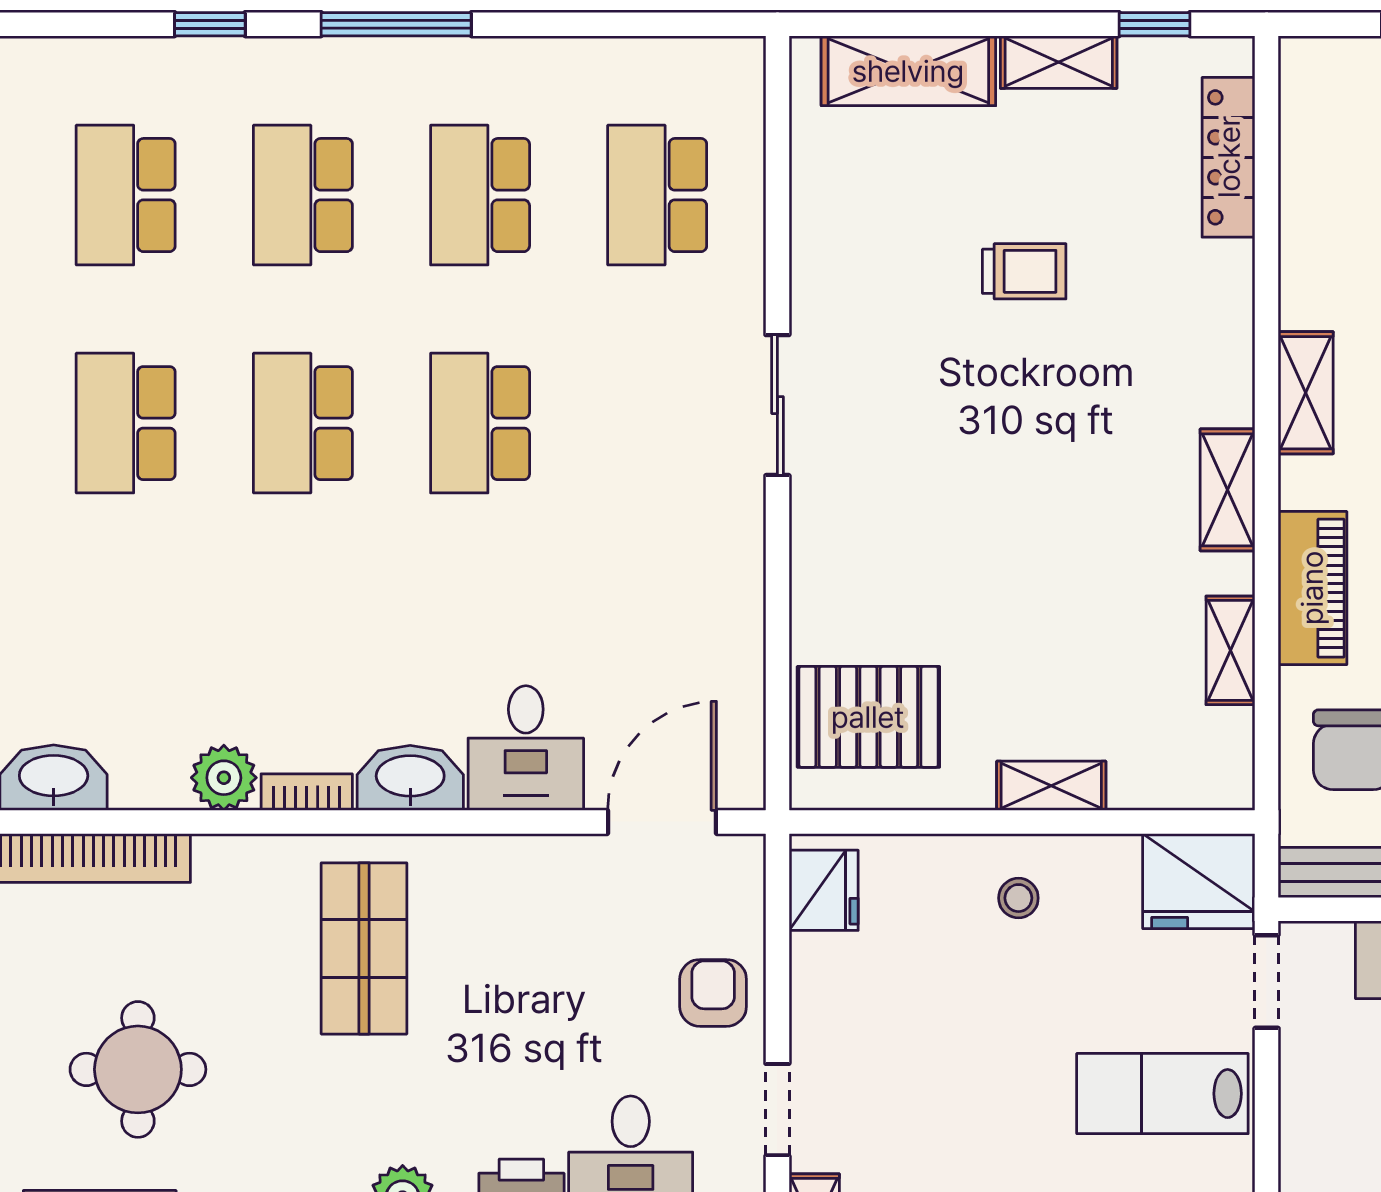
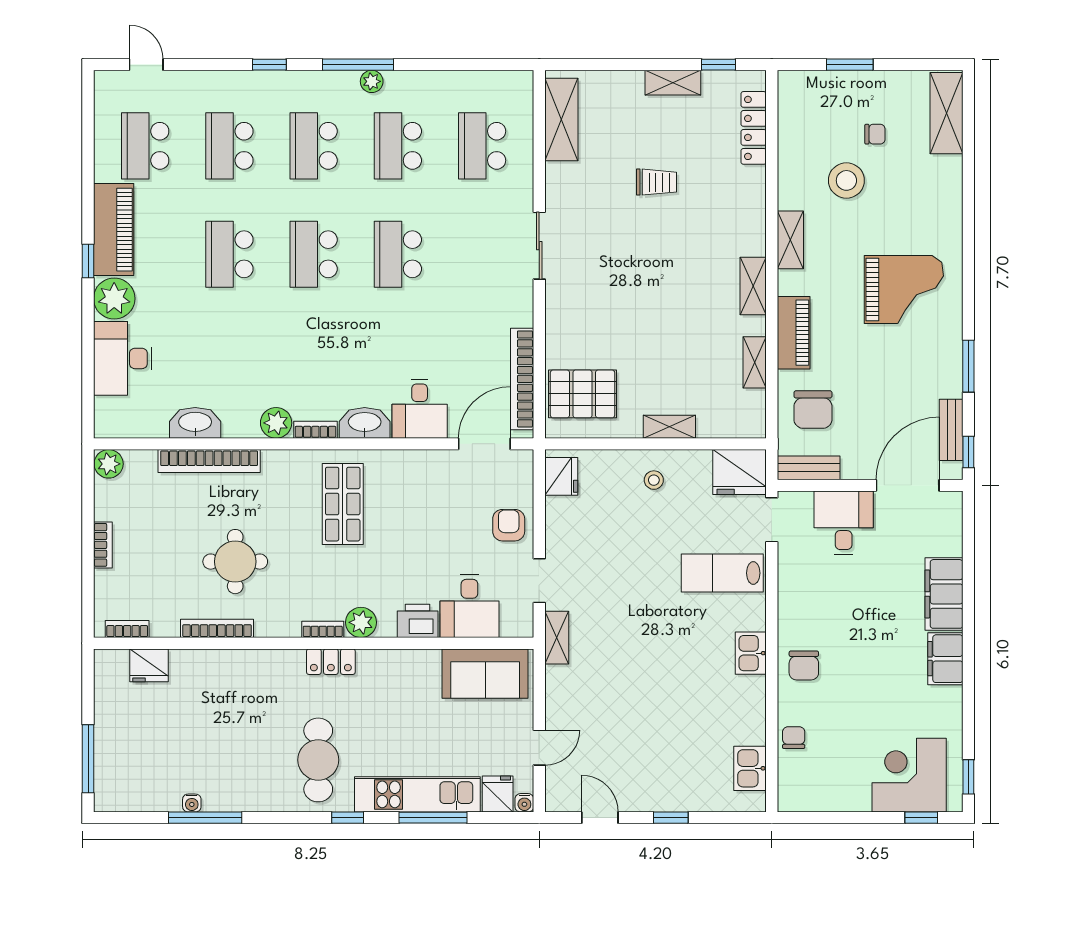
plant: (425, 60) -> (372, 81), added
shelving: (908, 71) -> (561, 119), moved, turned 90
bookcase: (741, 685) -> (522, 379), added

